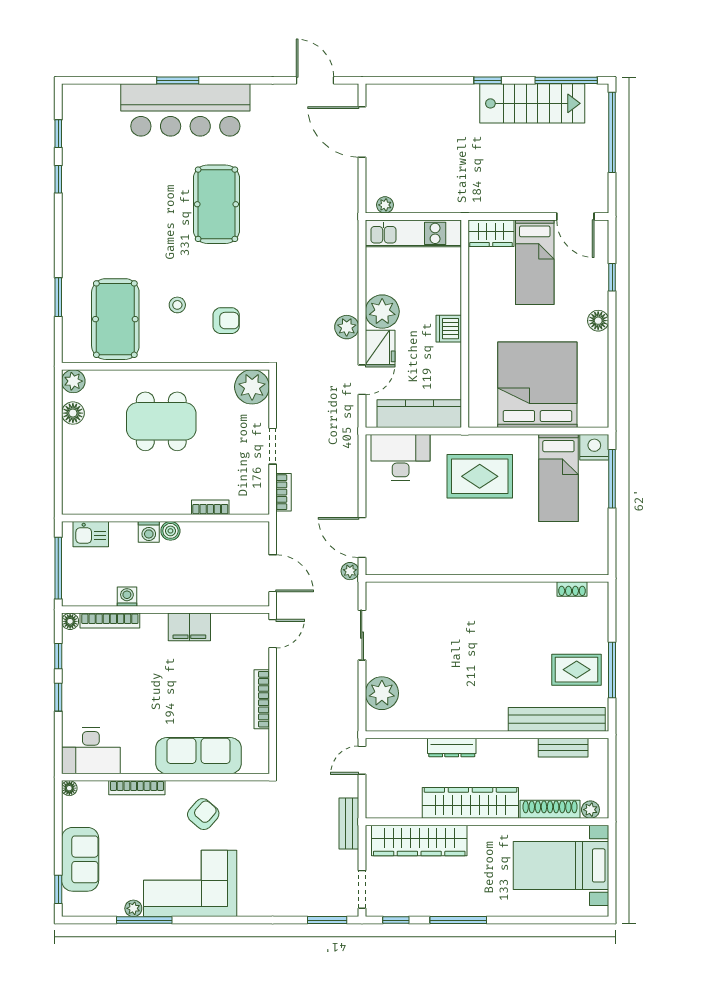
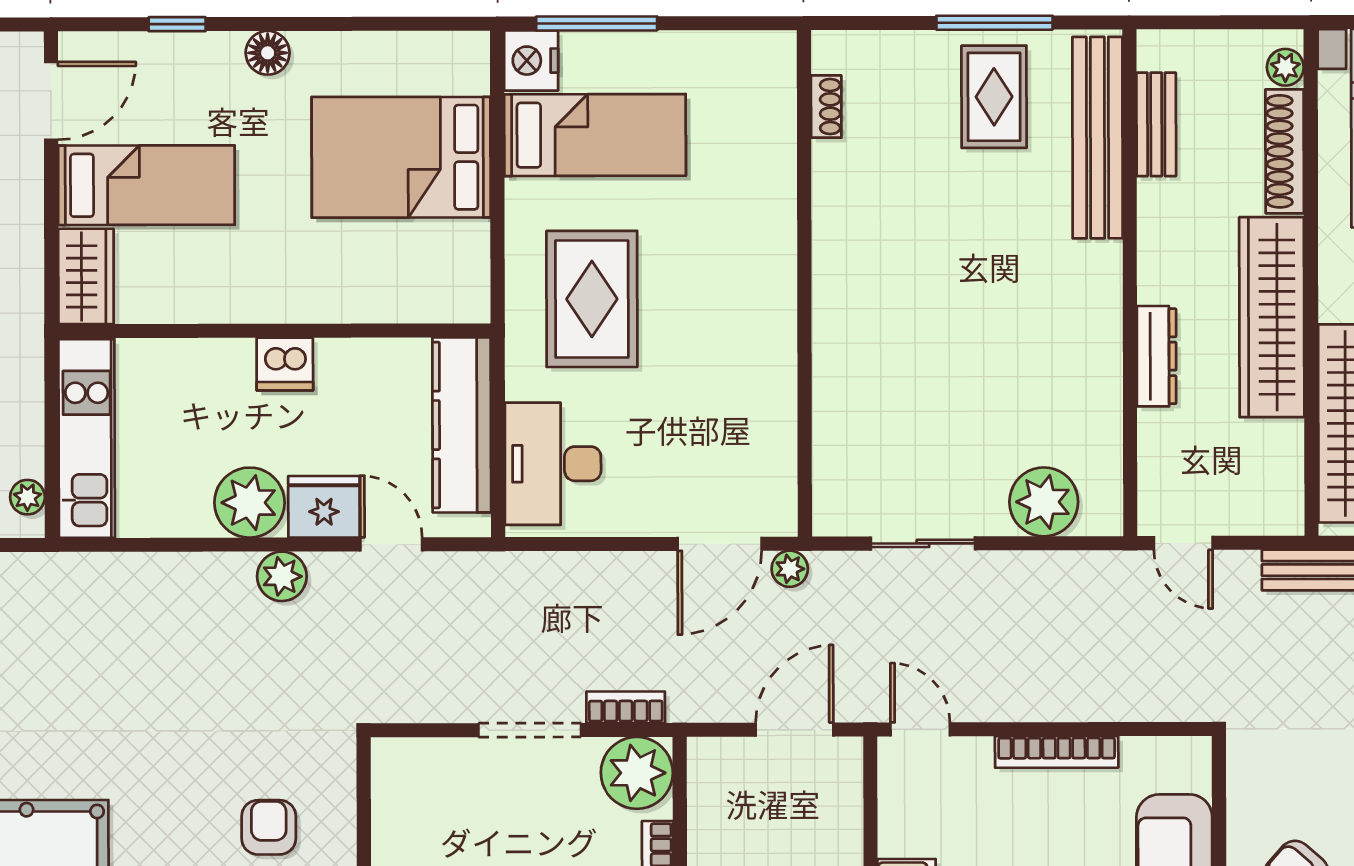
bed: (537, 385) -> (401, 157), width x0.73
plant: (252, 387) -> (637, 773), moved
doorway: (273, 446) -> (530, 730), width x1.38

